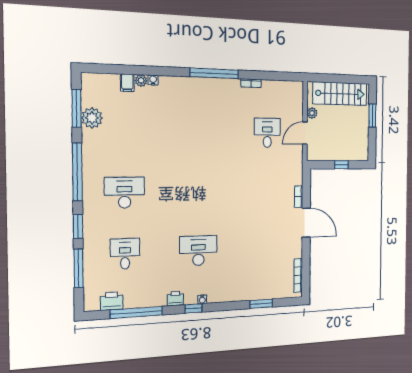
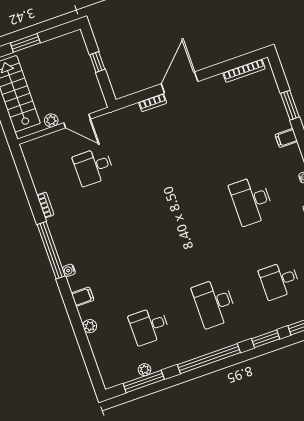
water cooler: (153, 80) -> (69, 270), moved
filing cabinet: (127, 83) -> (83, 297), moved
plant: (92, 118) -> (145, 370), width x0.53, depth x0.53
desk: (124, 131) -> (149, 326), added
filing cabinet: (237, 294) -> (286, 138), added

